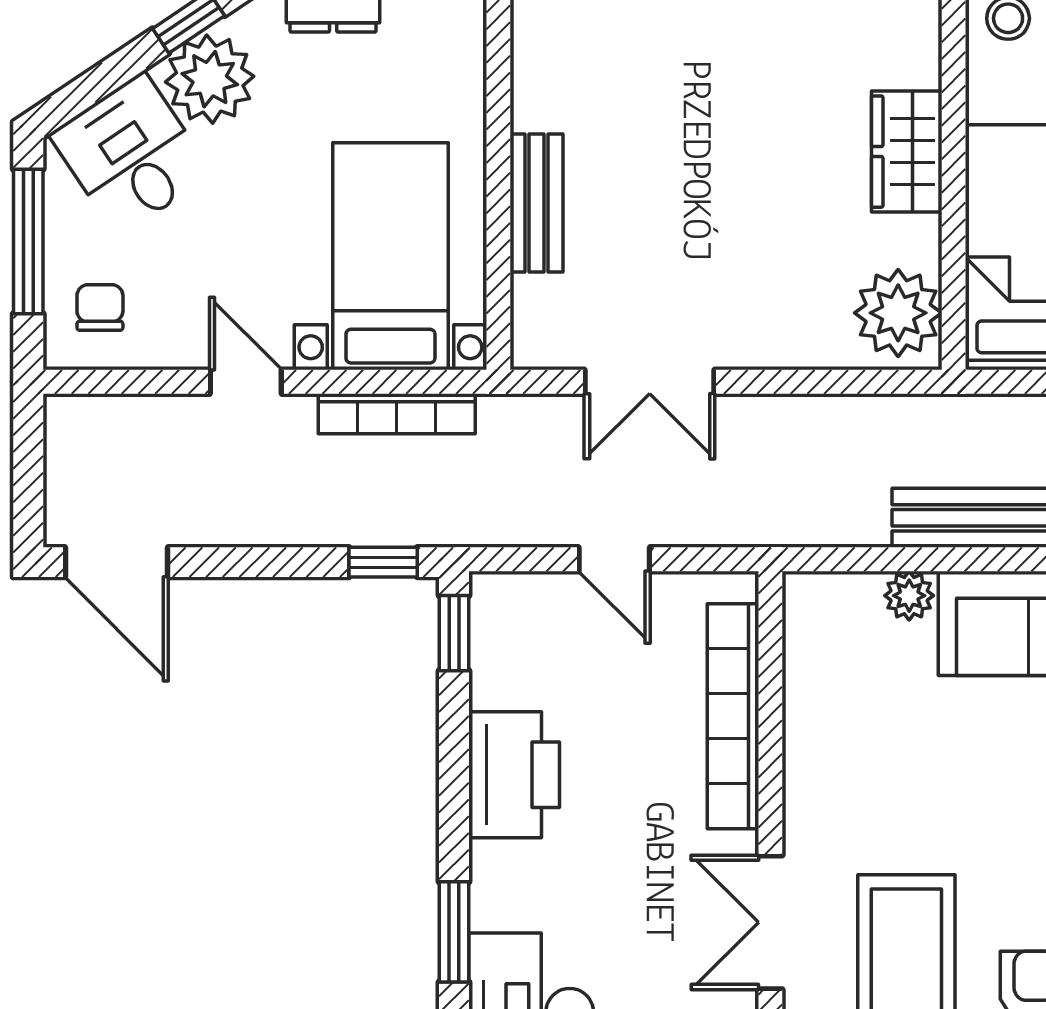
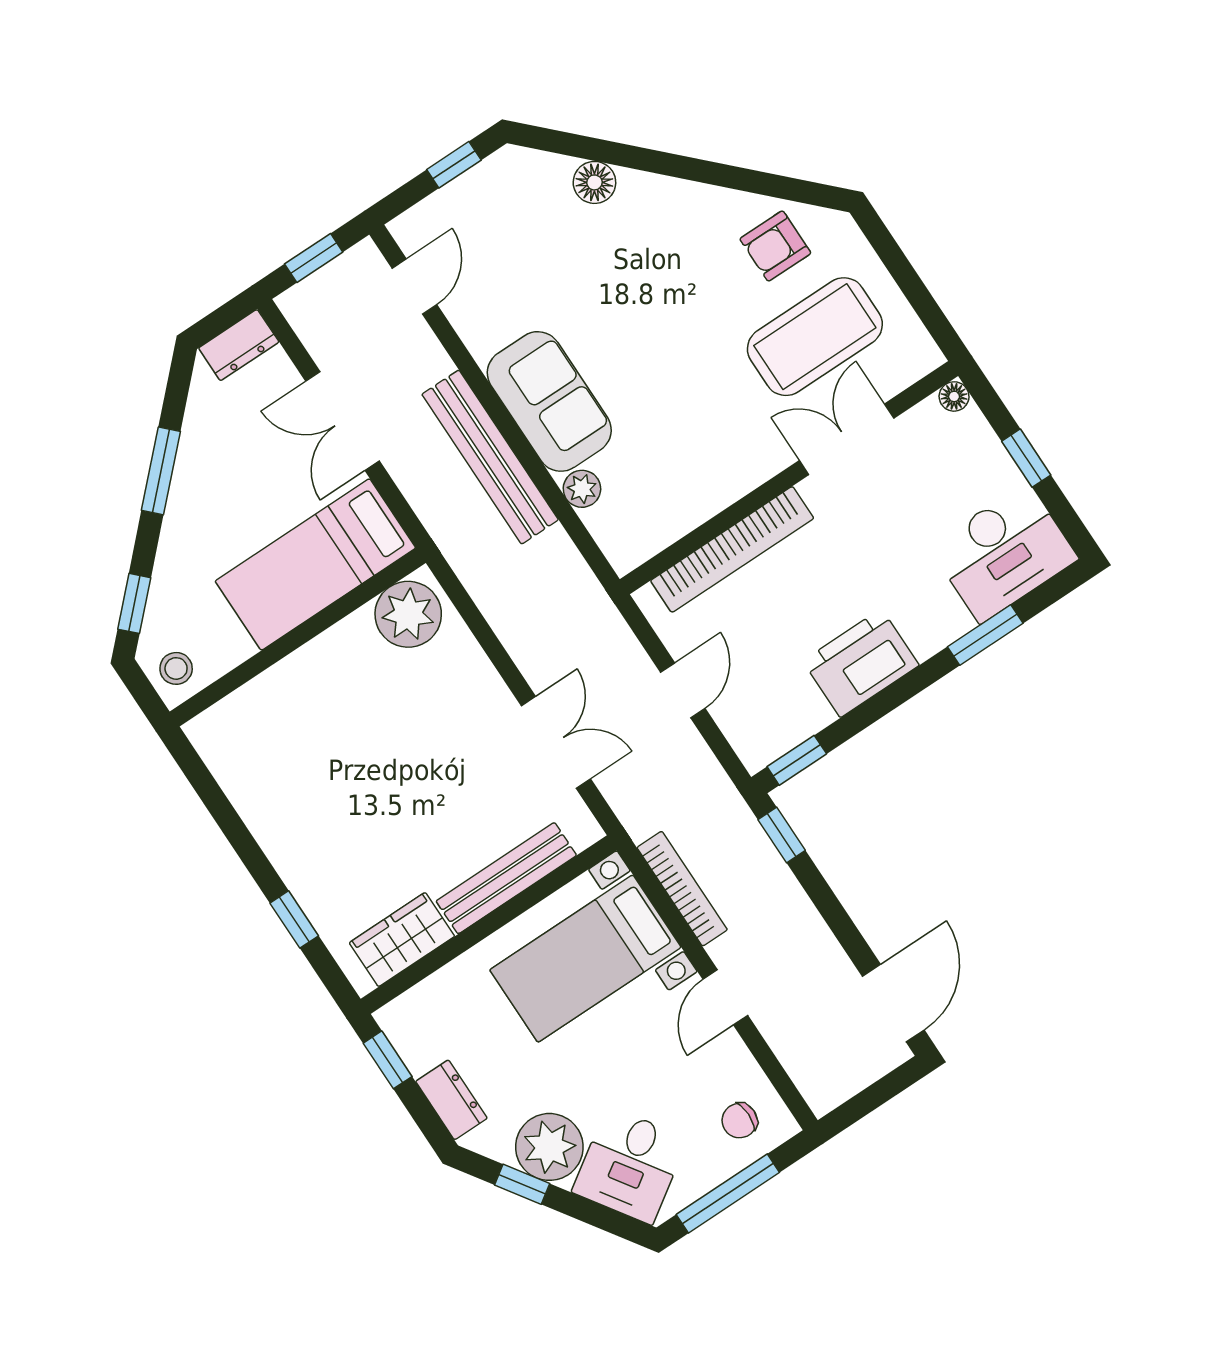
wardrobe: (907, 152) -> (402, 940), moved, turned 180
bench: (537, 203) -> (506, 878), width x1.36
double door: (770, 922) -> (847, 439), swing flipped

